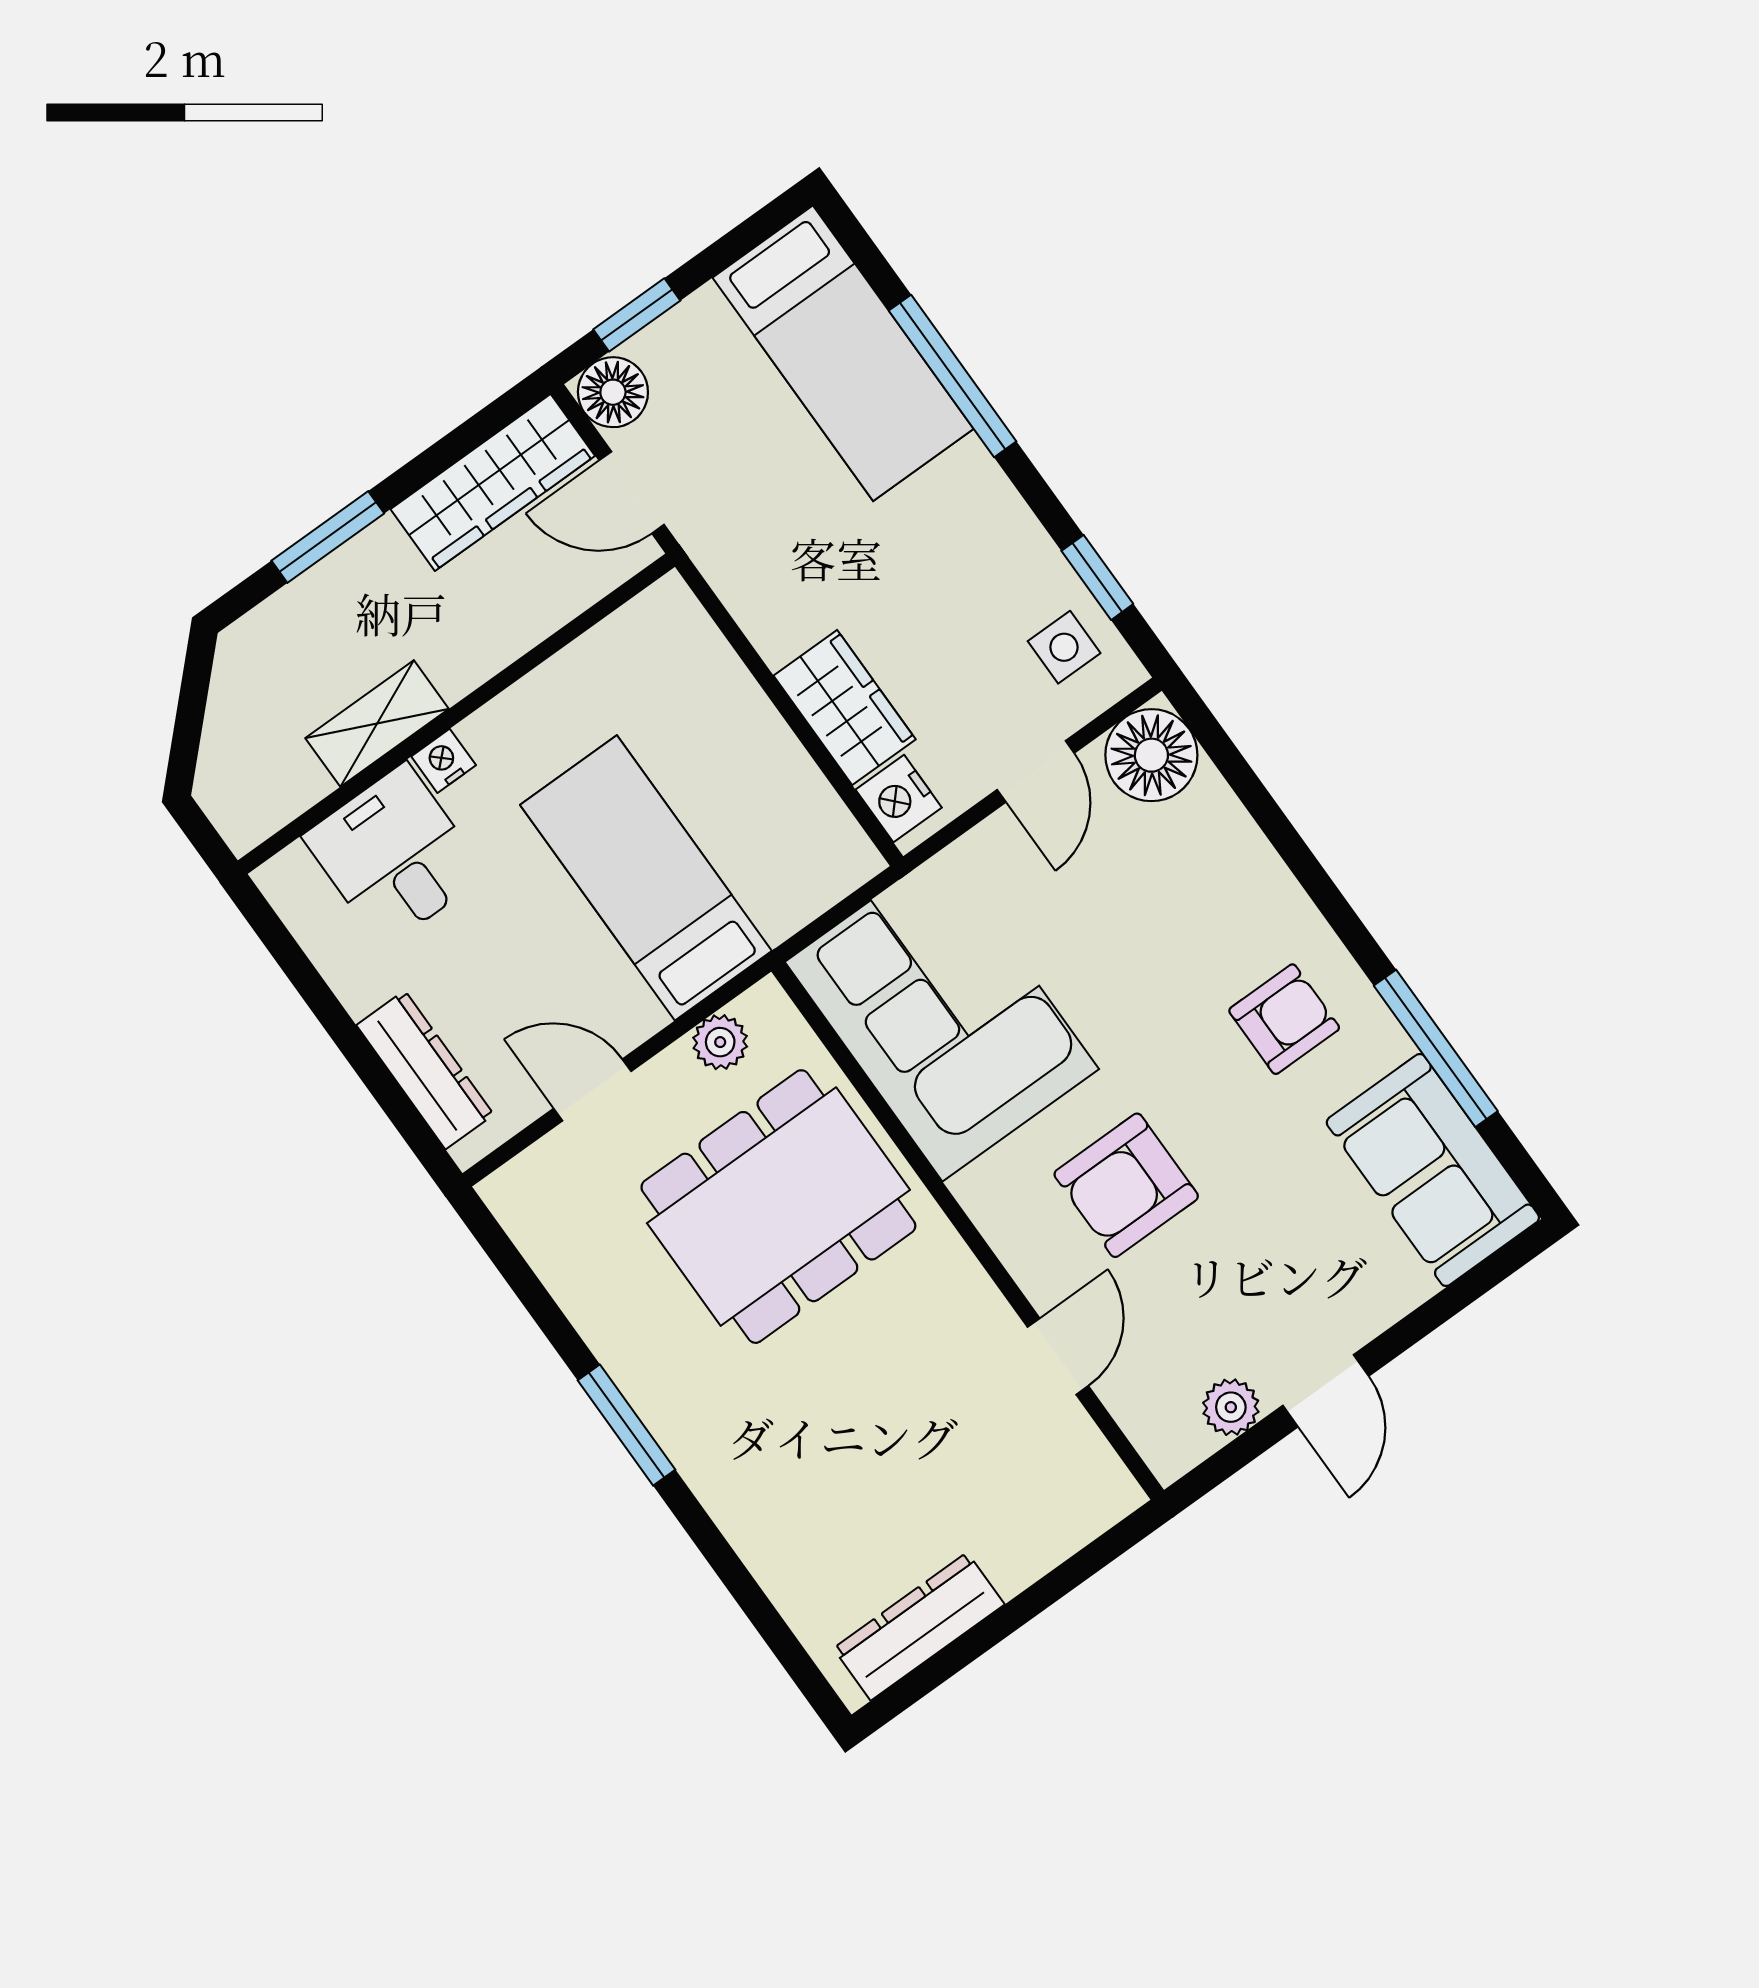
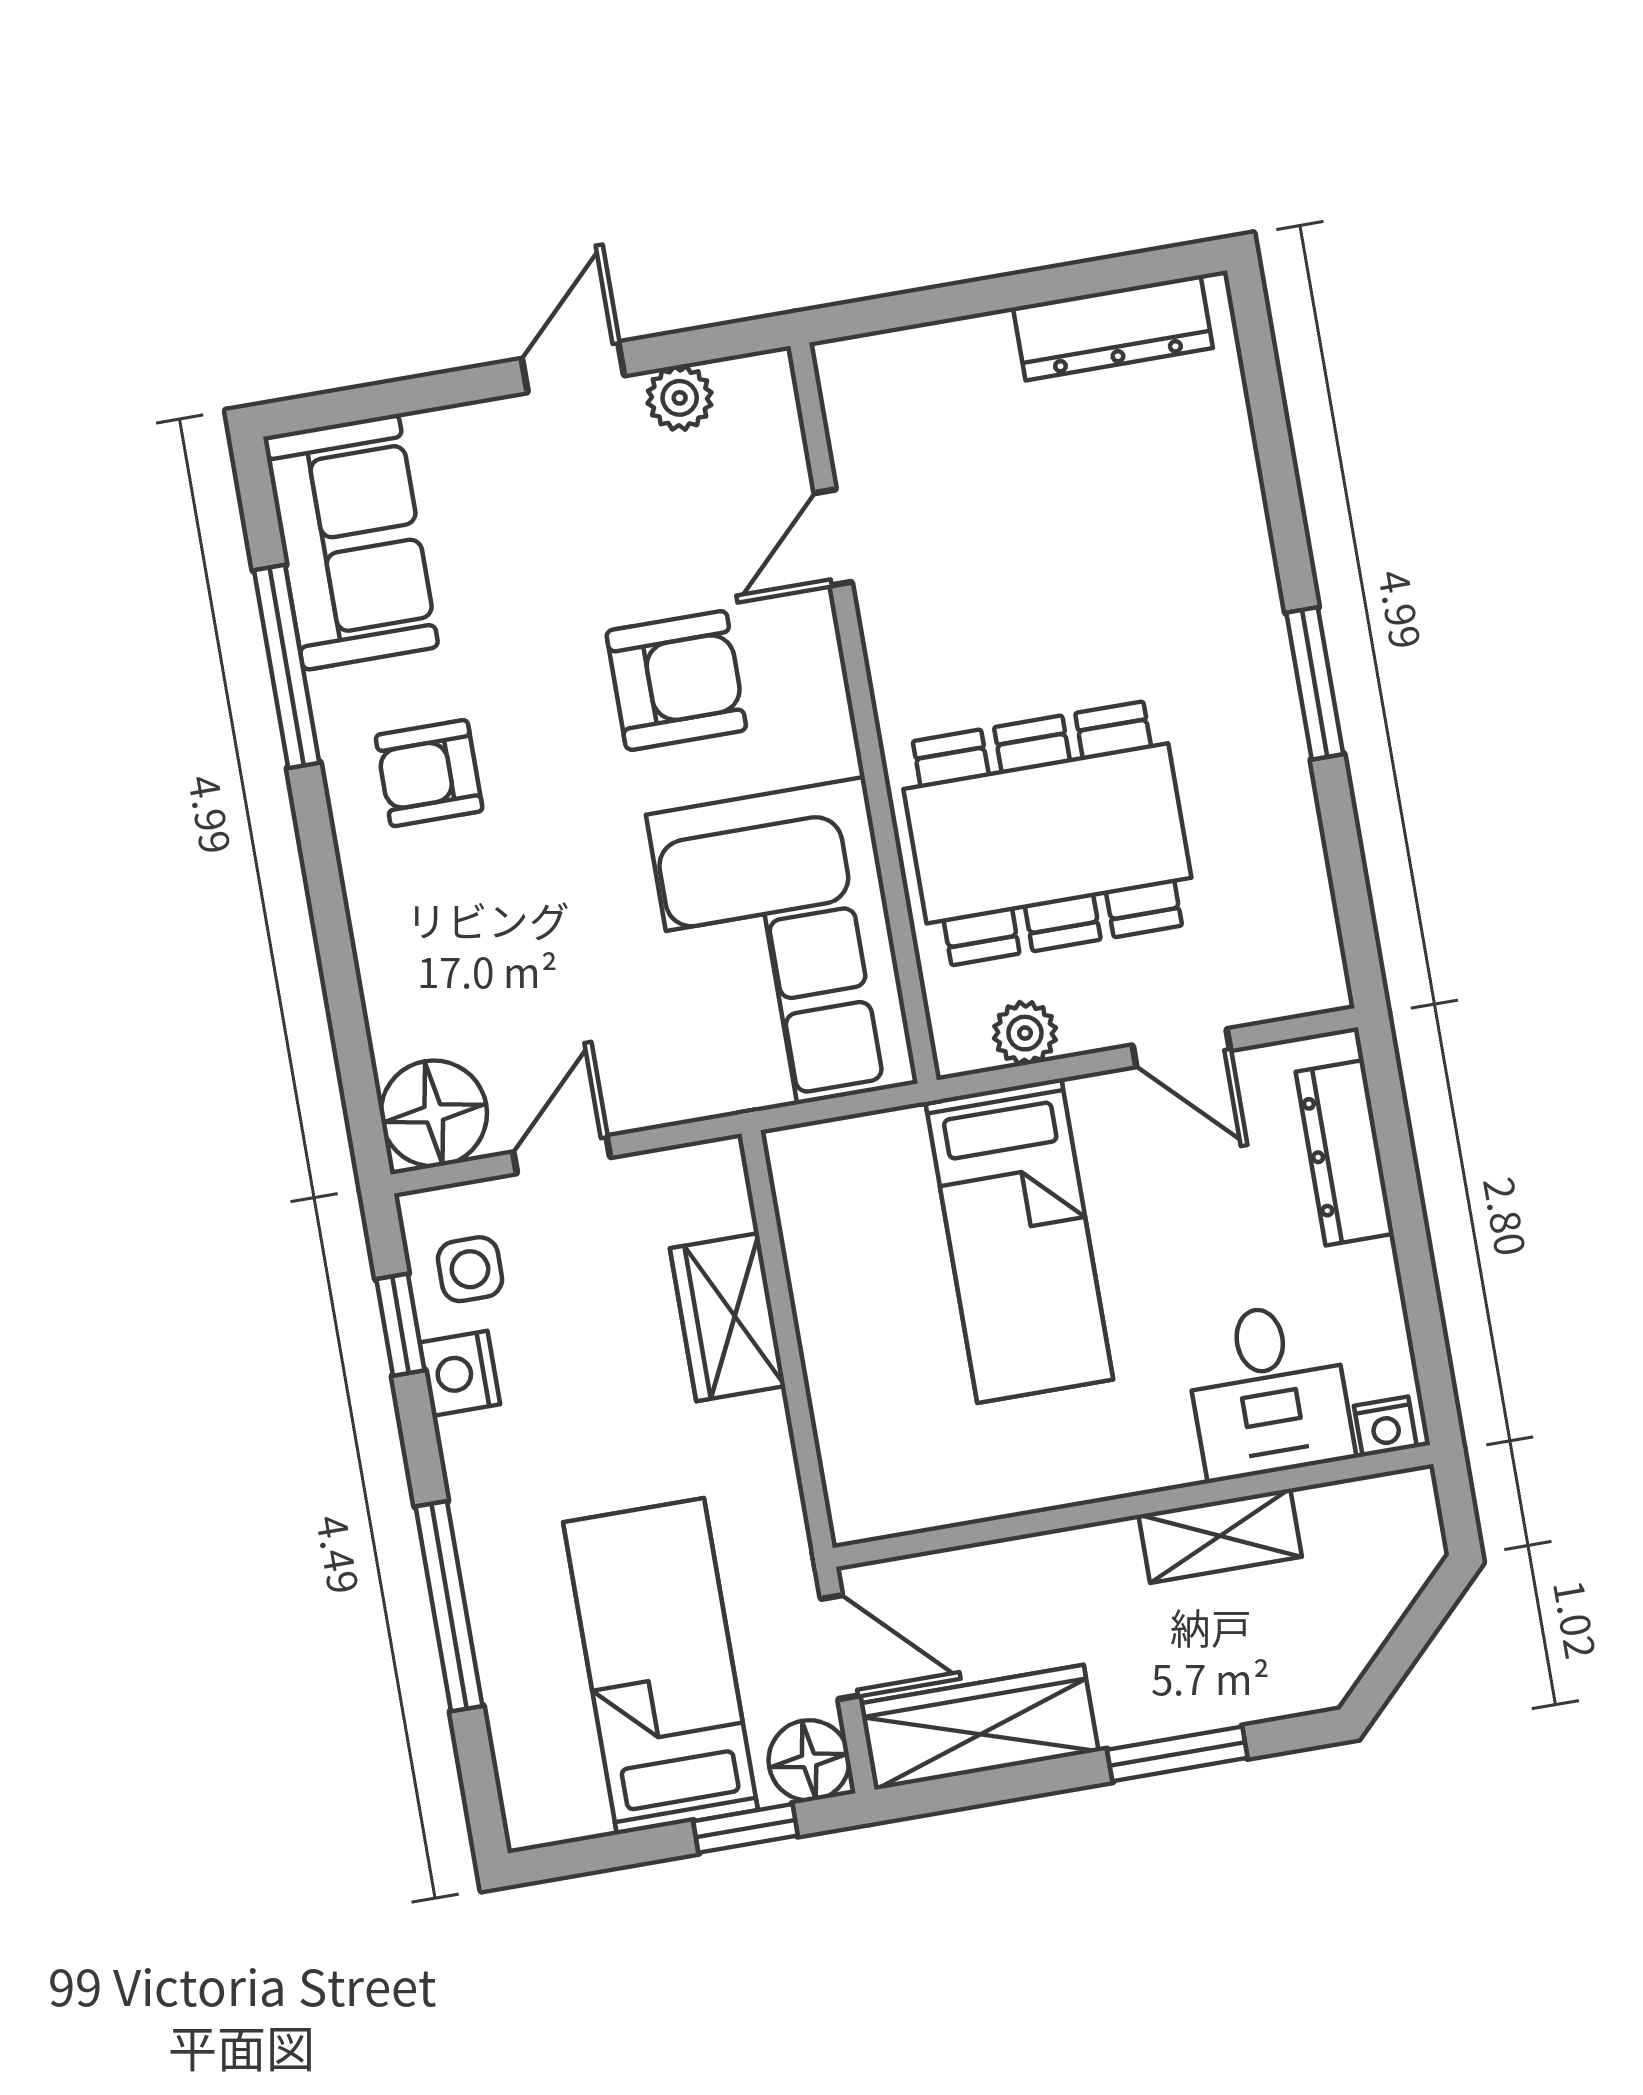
bed: (843, 353) -> (660, 1666), moved
nightstand: (444, 761) -> (1385, 1426), moved
nightstand: (899, 799) -> (460, 1373), moved, turned 180

